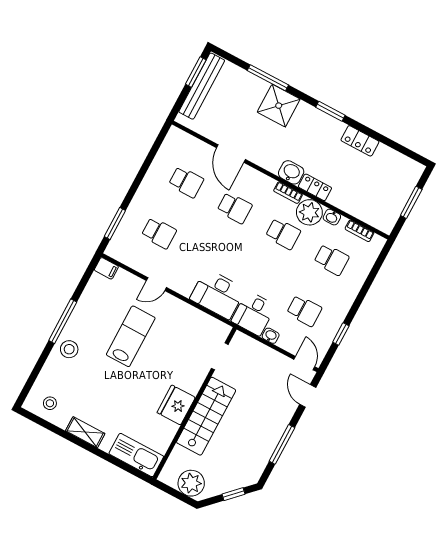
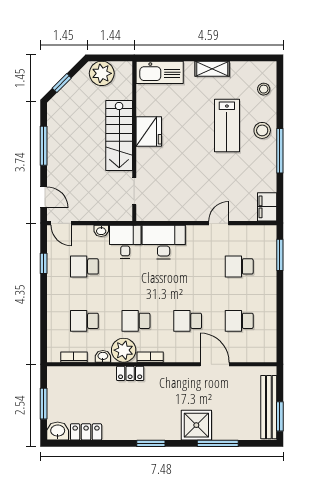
locker: (360, 141) -> (86, 432), moved
washbasin: (291, 172) -> (58, 431), moved, turned 180
filing cabinet: (106, 268) -> (267, 207), width x2.00
lab bench: (131, 336) -> (227, 126), moved
stool: (50, 403) -> (264, 89), moved

